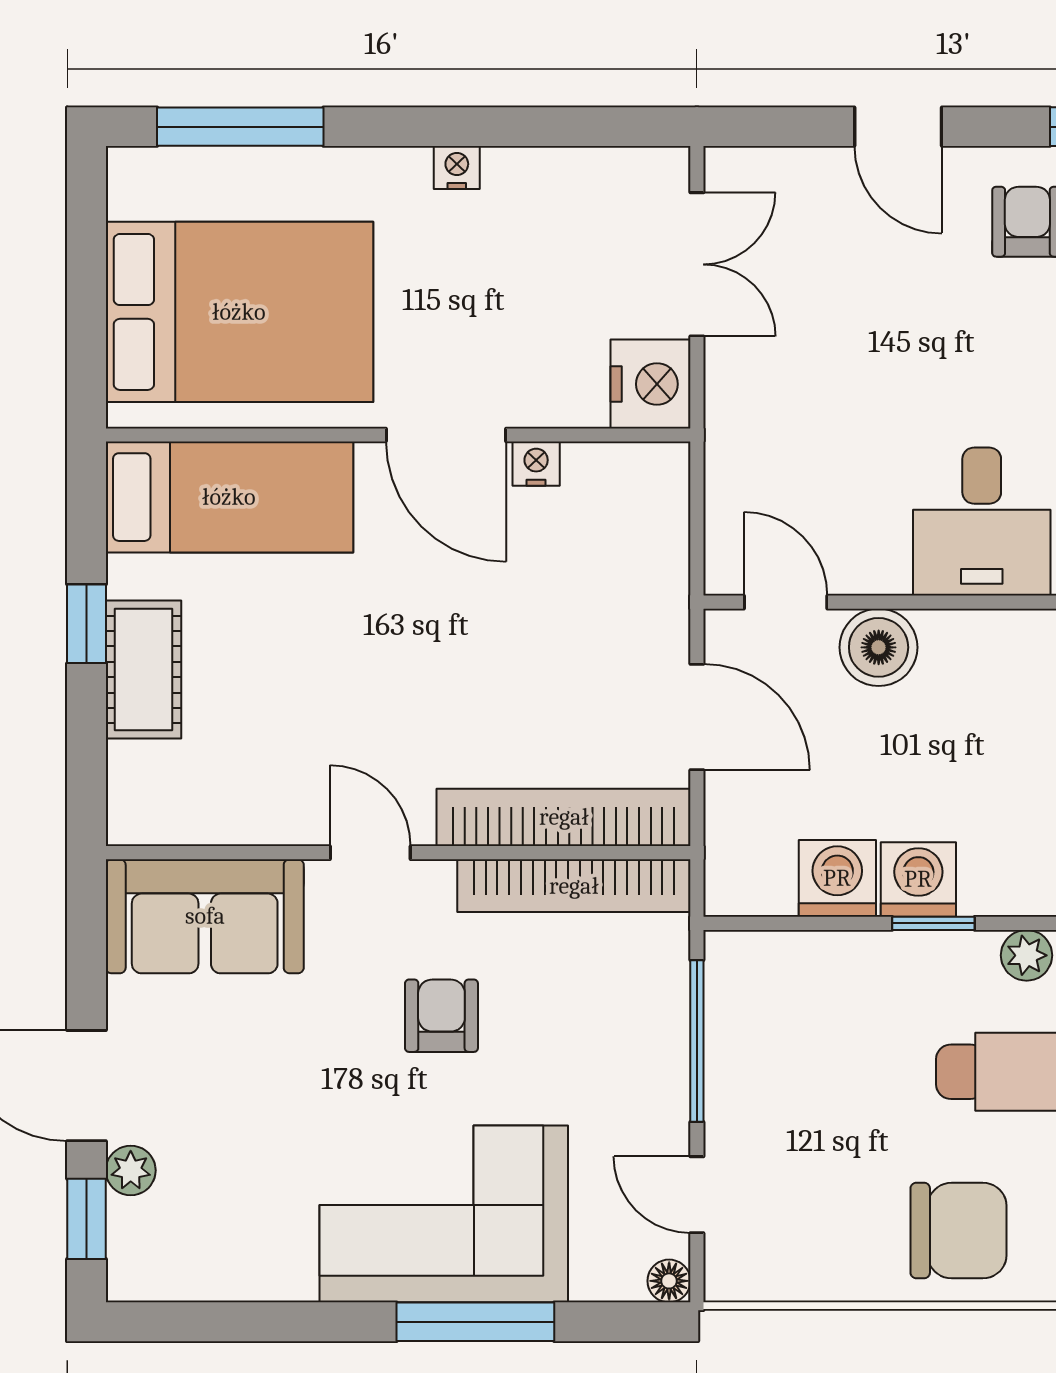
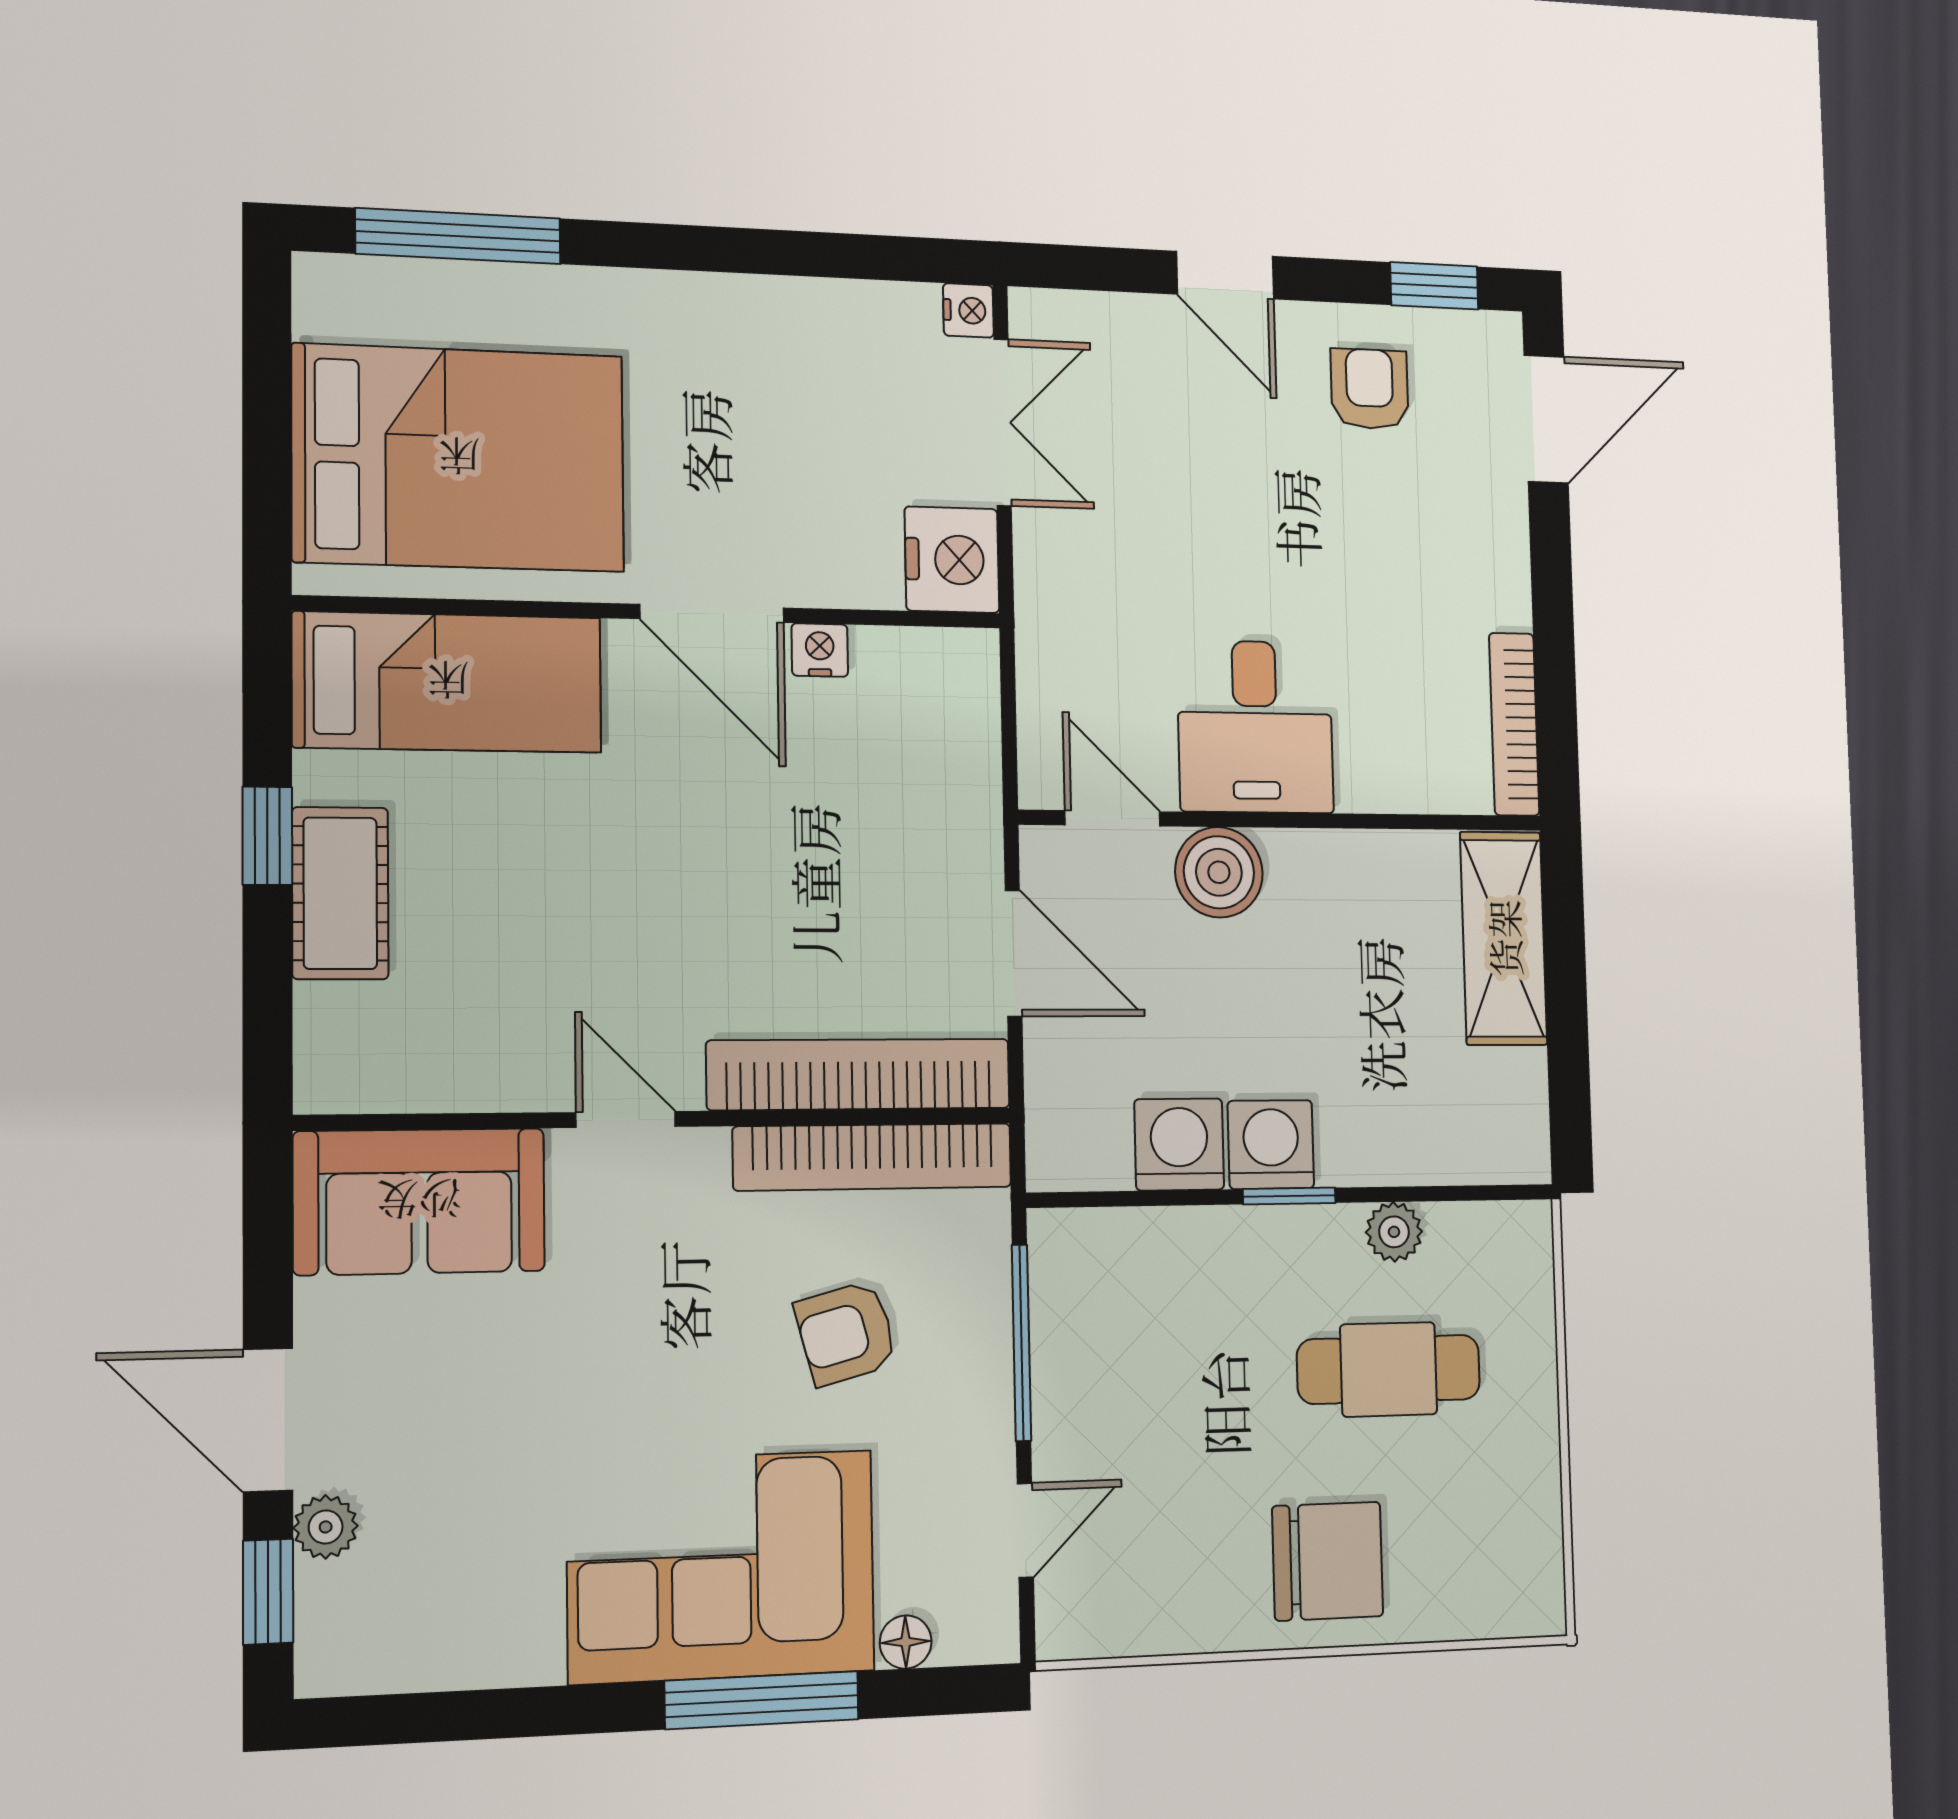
nightstand: (457, 167) -> (968, 310), moved, turned 90
desk: (982, 522) -> (1255, 727), moved
armchair: (441, 1016) -> (846, 1333), moved, turned -105
door: (697, 1195) -> (1025, 1530), swing flipped
floor lamp: (669, 1281) -> (906, 1642), moved

